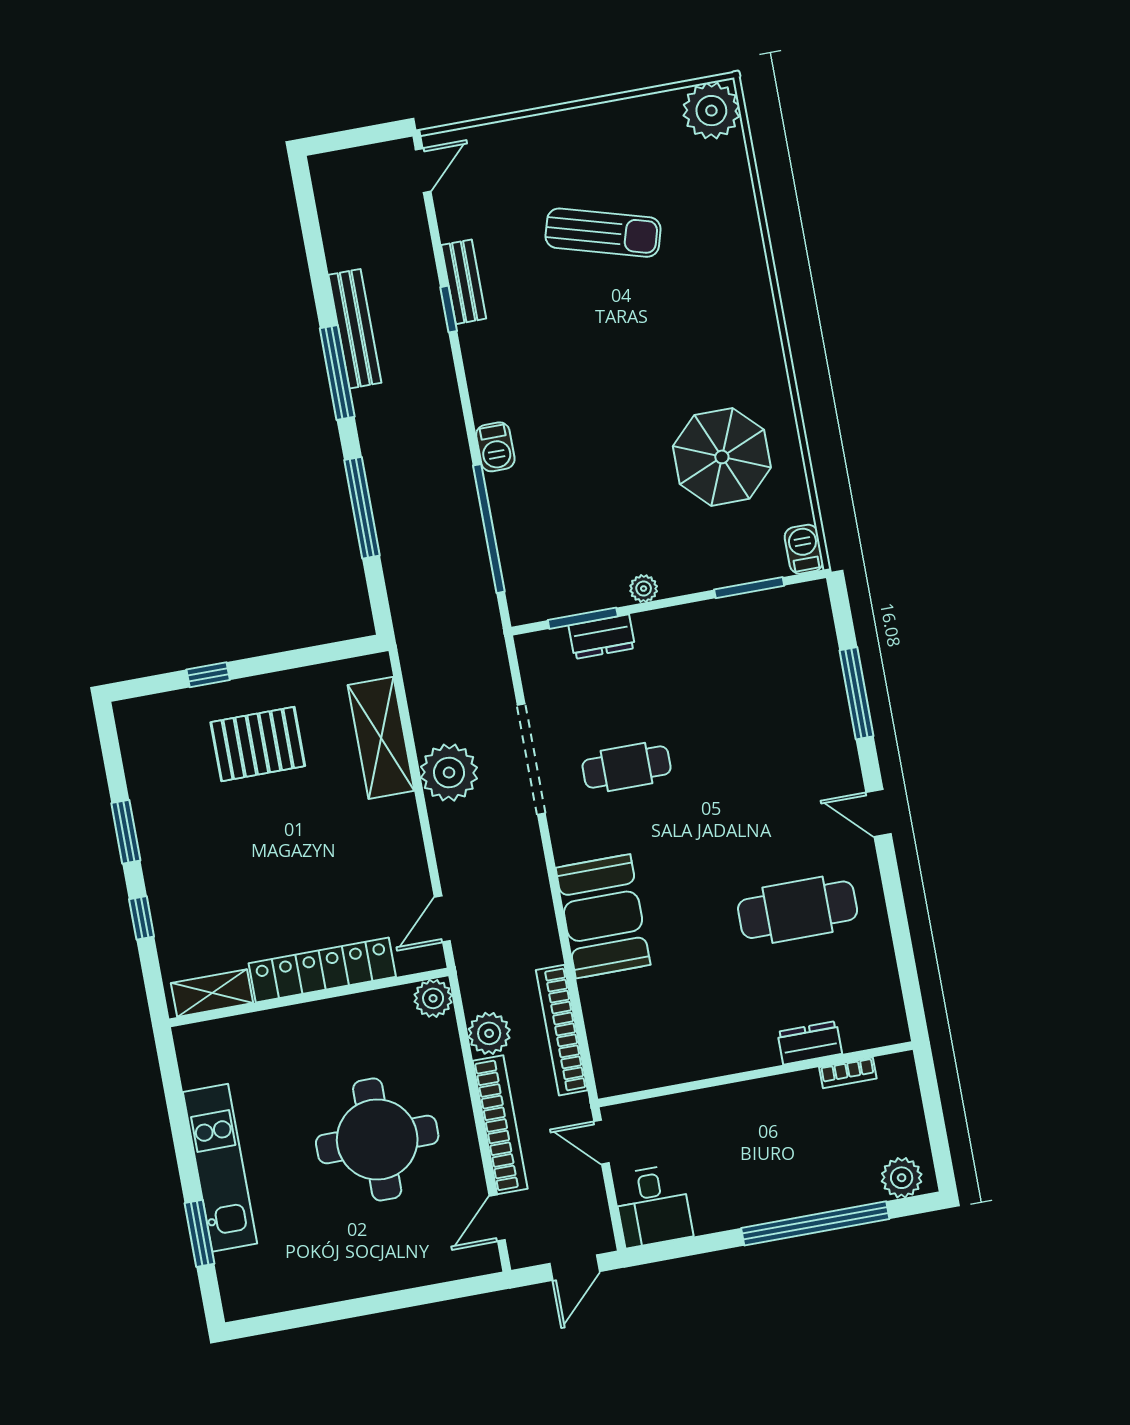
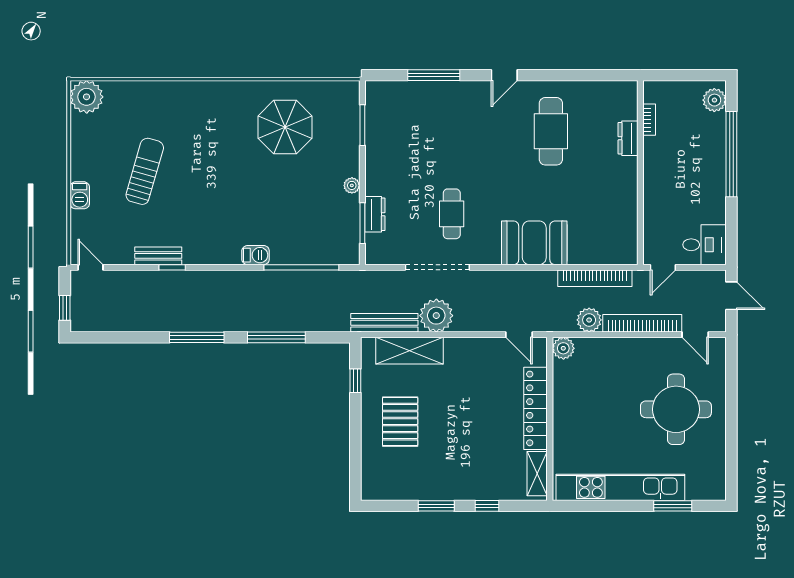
window: (346, 139) -> (65, 308), added
bench: (355, 329) -> (384, 323), moved
barbecue: (804, 549) -> (80, 195), moved, turned -90
window: (208, 675) -> (355, 381), moved
round table: (377, 1139) -> (676, 409), moved
kitchen unit: (220, 1168) -> (620, 487), width x1.36

